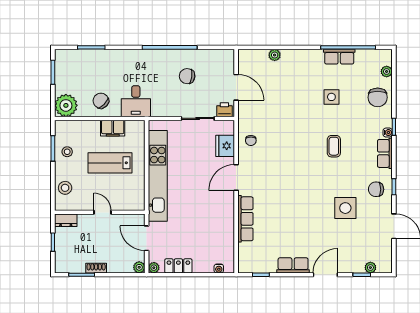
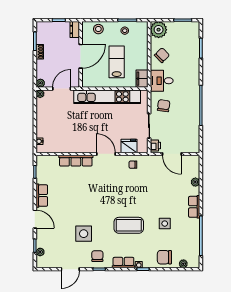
row of seats: (339, 57) -> (194, 207), moved
chair: (187, 76) -> (164, 106), moved
door: (236, 87) -> (172, 154), hinge flipped
filing cabinet: (113, 128) -> (142, 79), moved
coffee table: (334, 146) -> (129, 225), width x1.86, depth x1.72
door: (102, 212) -> (81, 56), width x1.88
locker: (178, 266) -> (41, 112), removed

